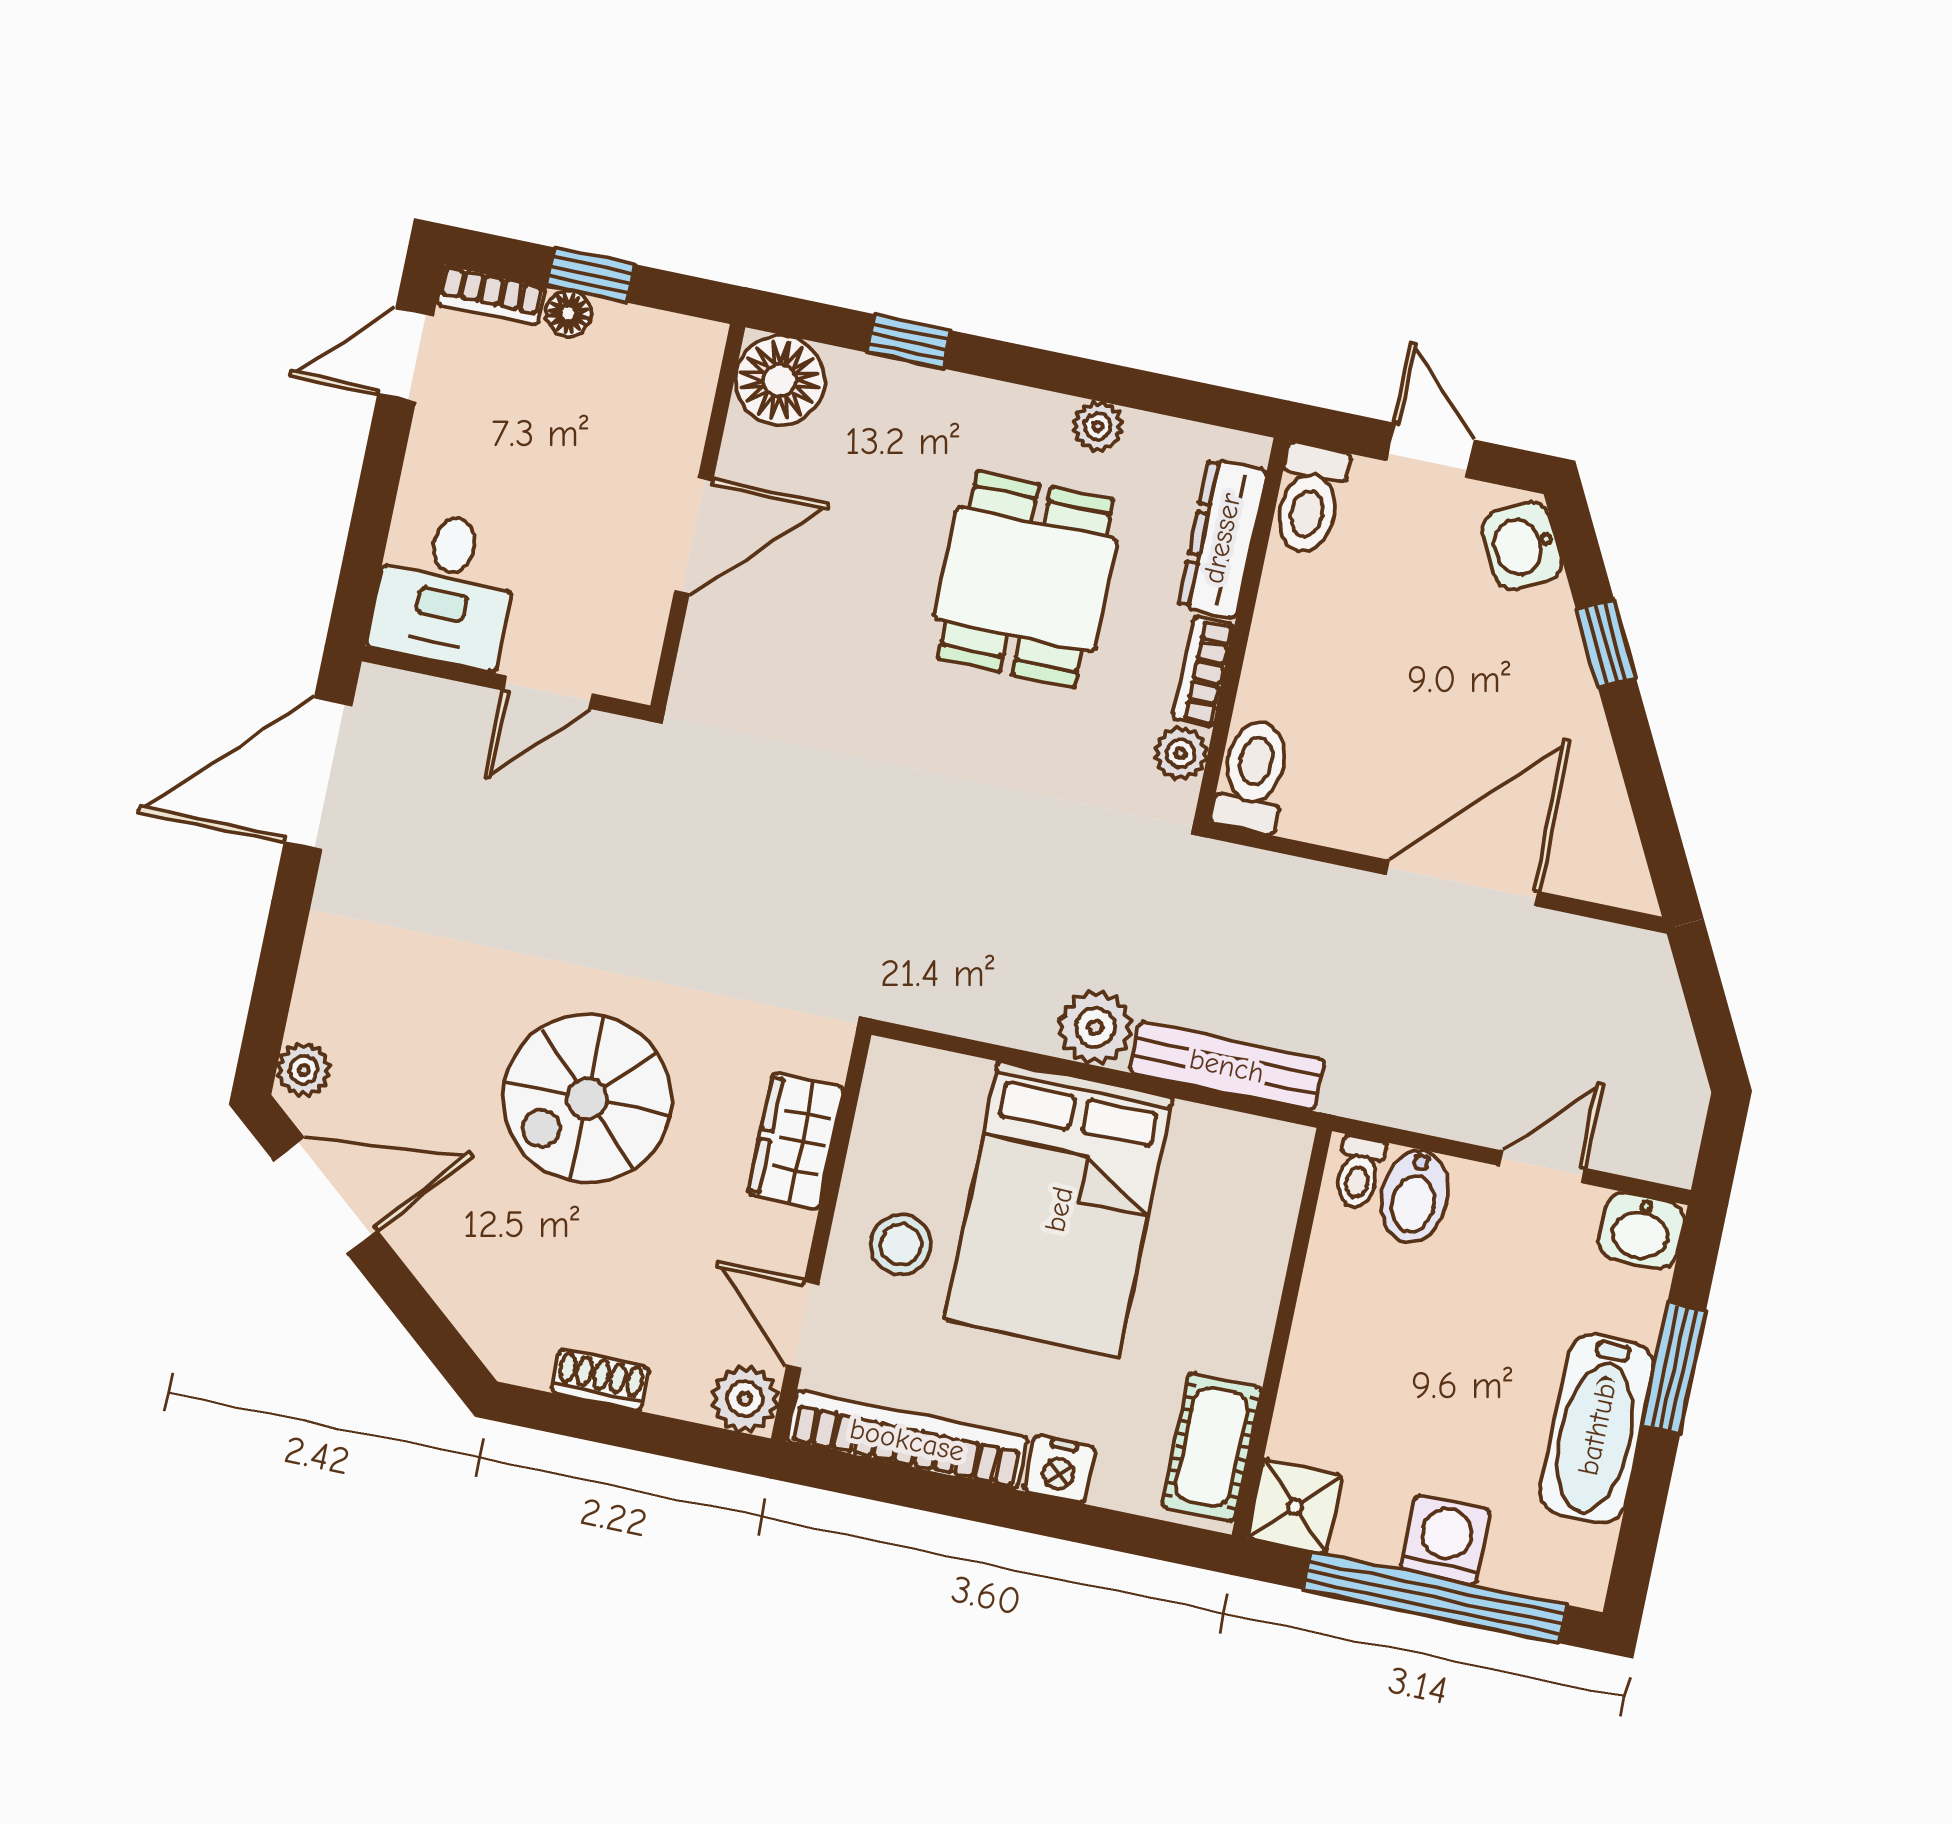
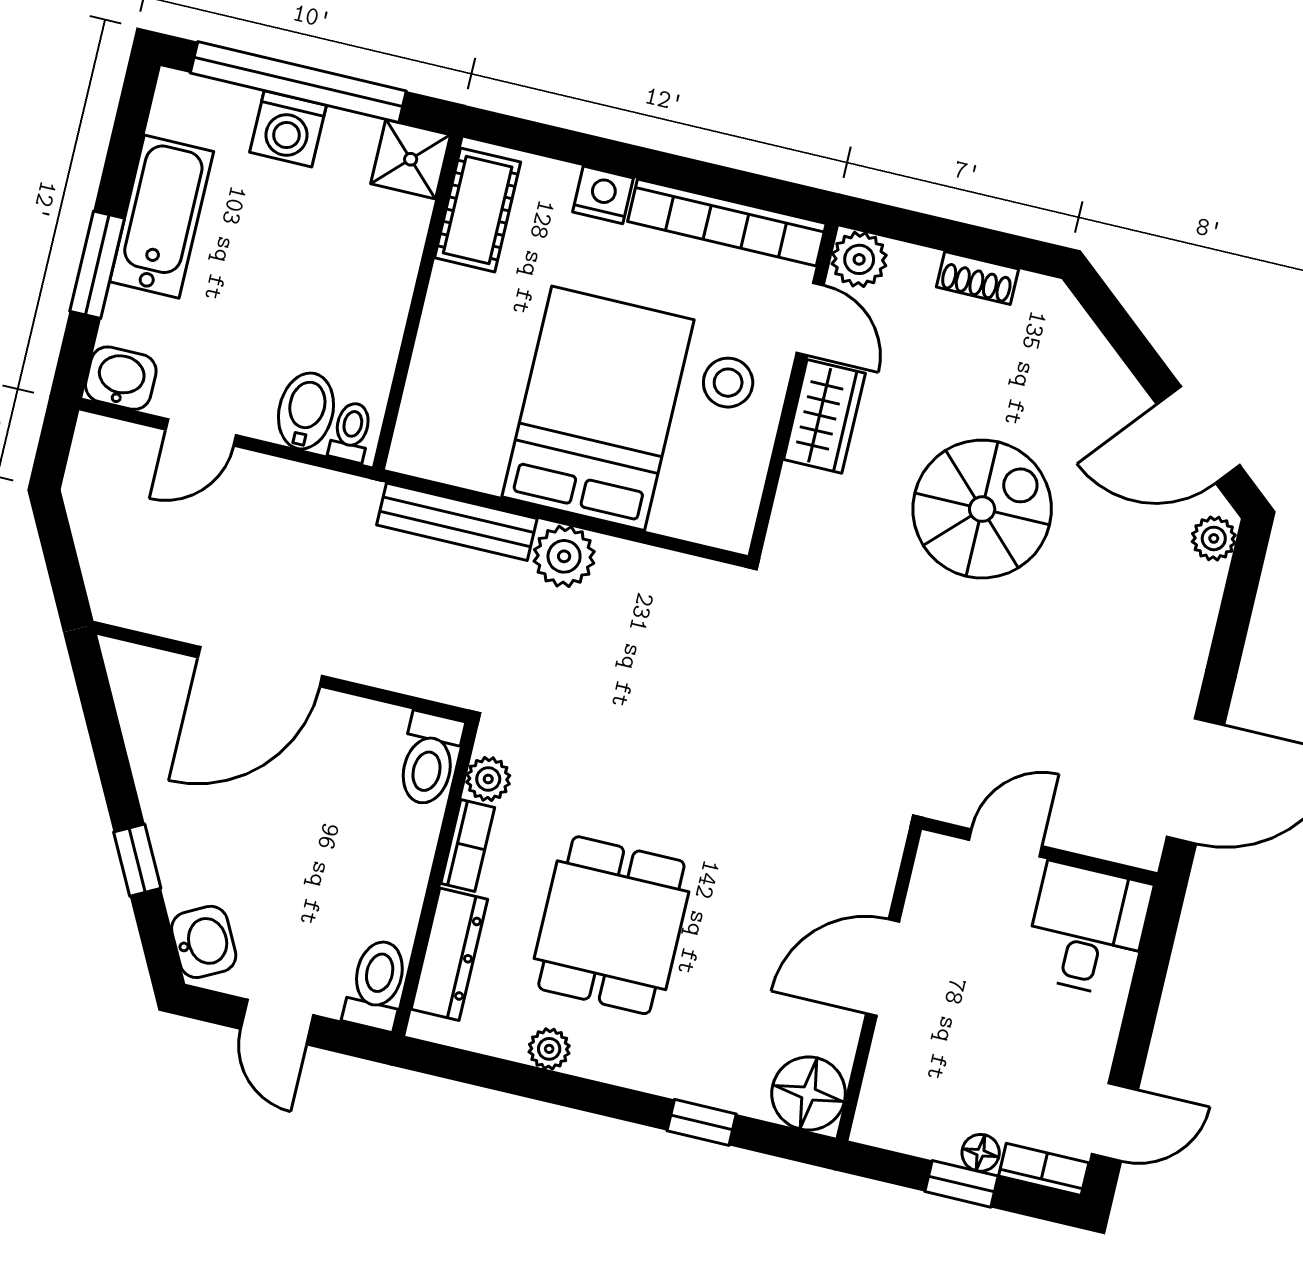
wardrobe: (796, 1141) -> (824, 416), moved

